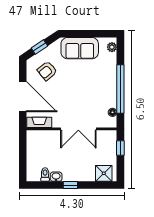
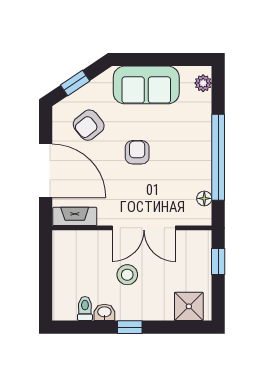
armchair: (75, 86) -> (137, 152), added
stool: (69, 155) -> (127, 275), added

